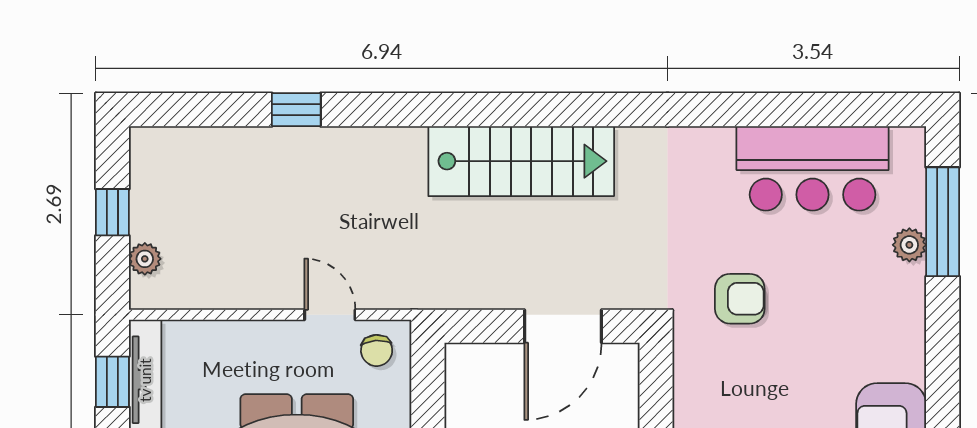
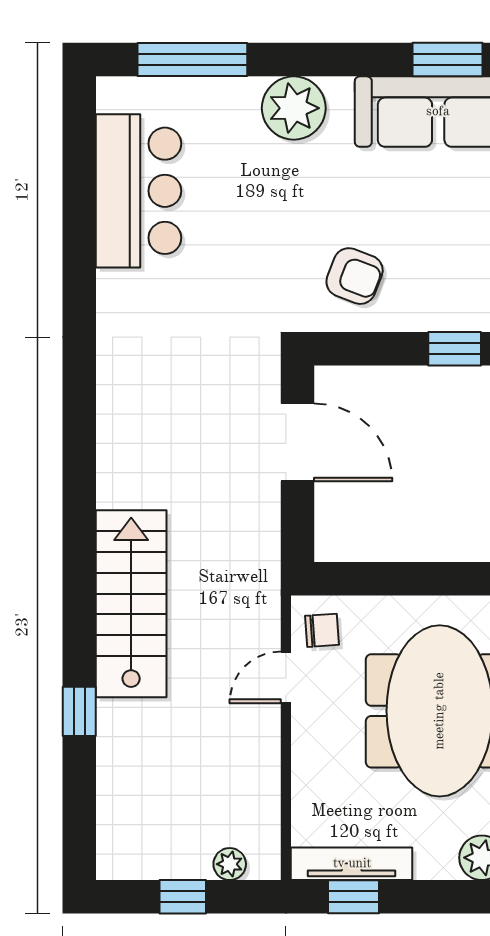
stairs: (521, 161) -> (131, 604), moved
plant: (909, 245) -> (294, 108), moved, width x1.88, depth x1.88
armchair: (740, 299) -> (355, 276), moved, turned 111

